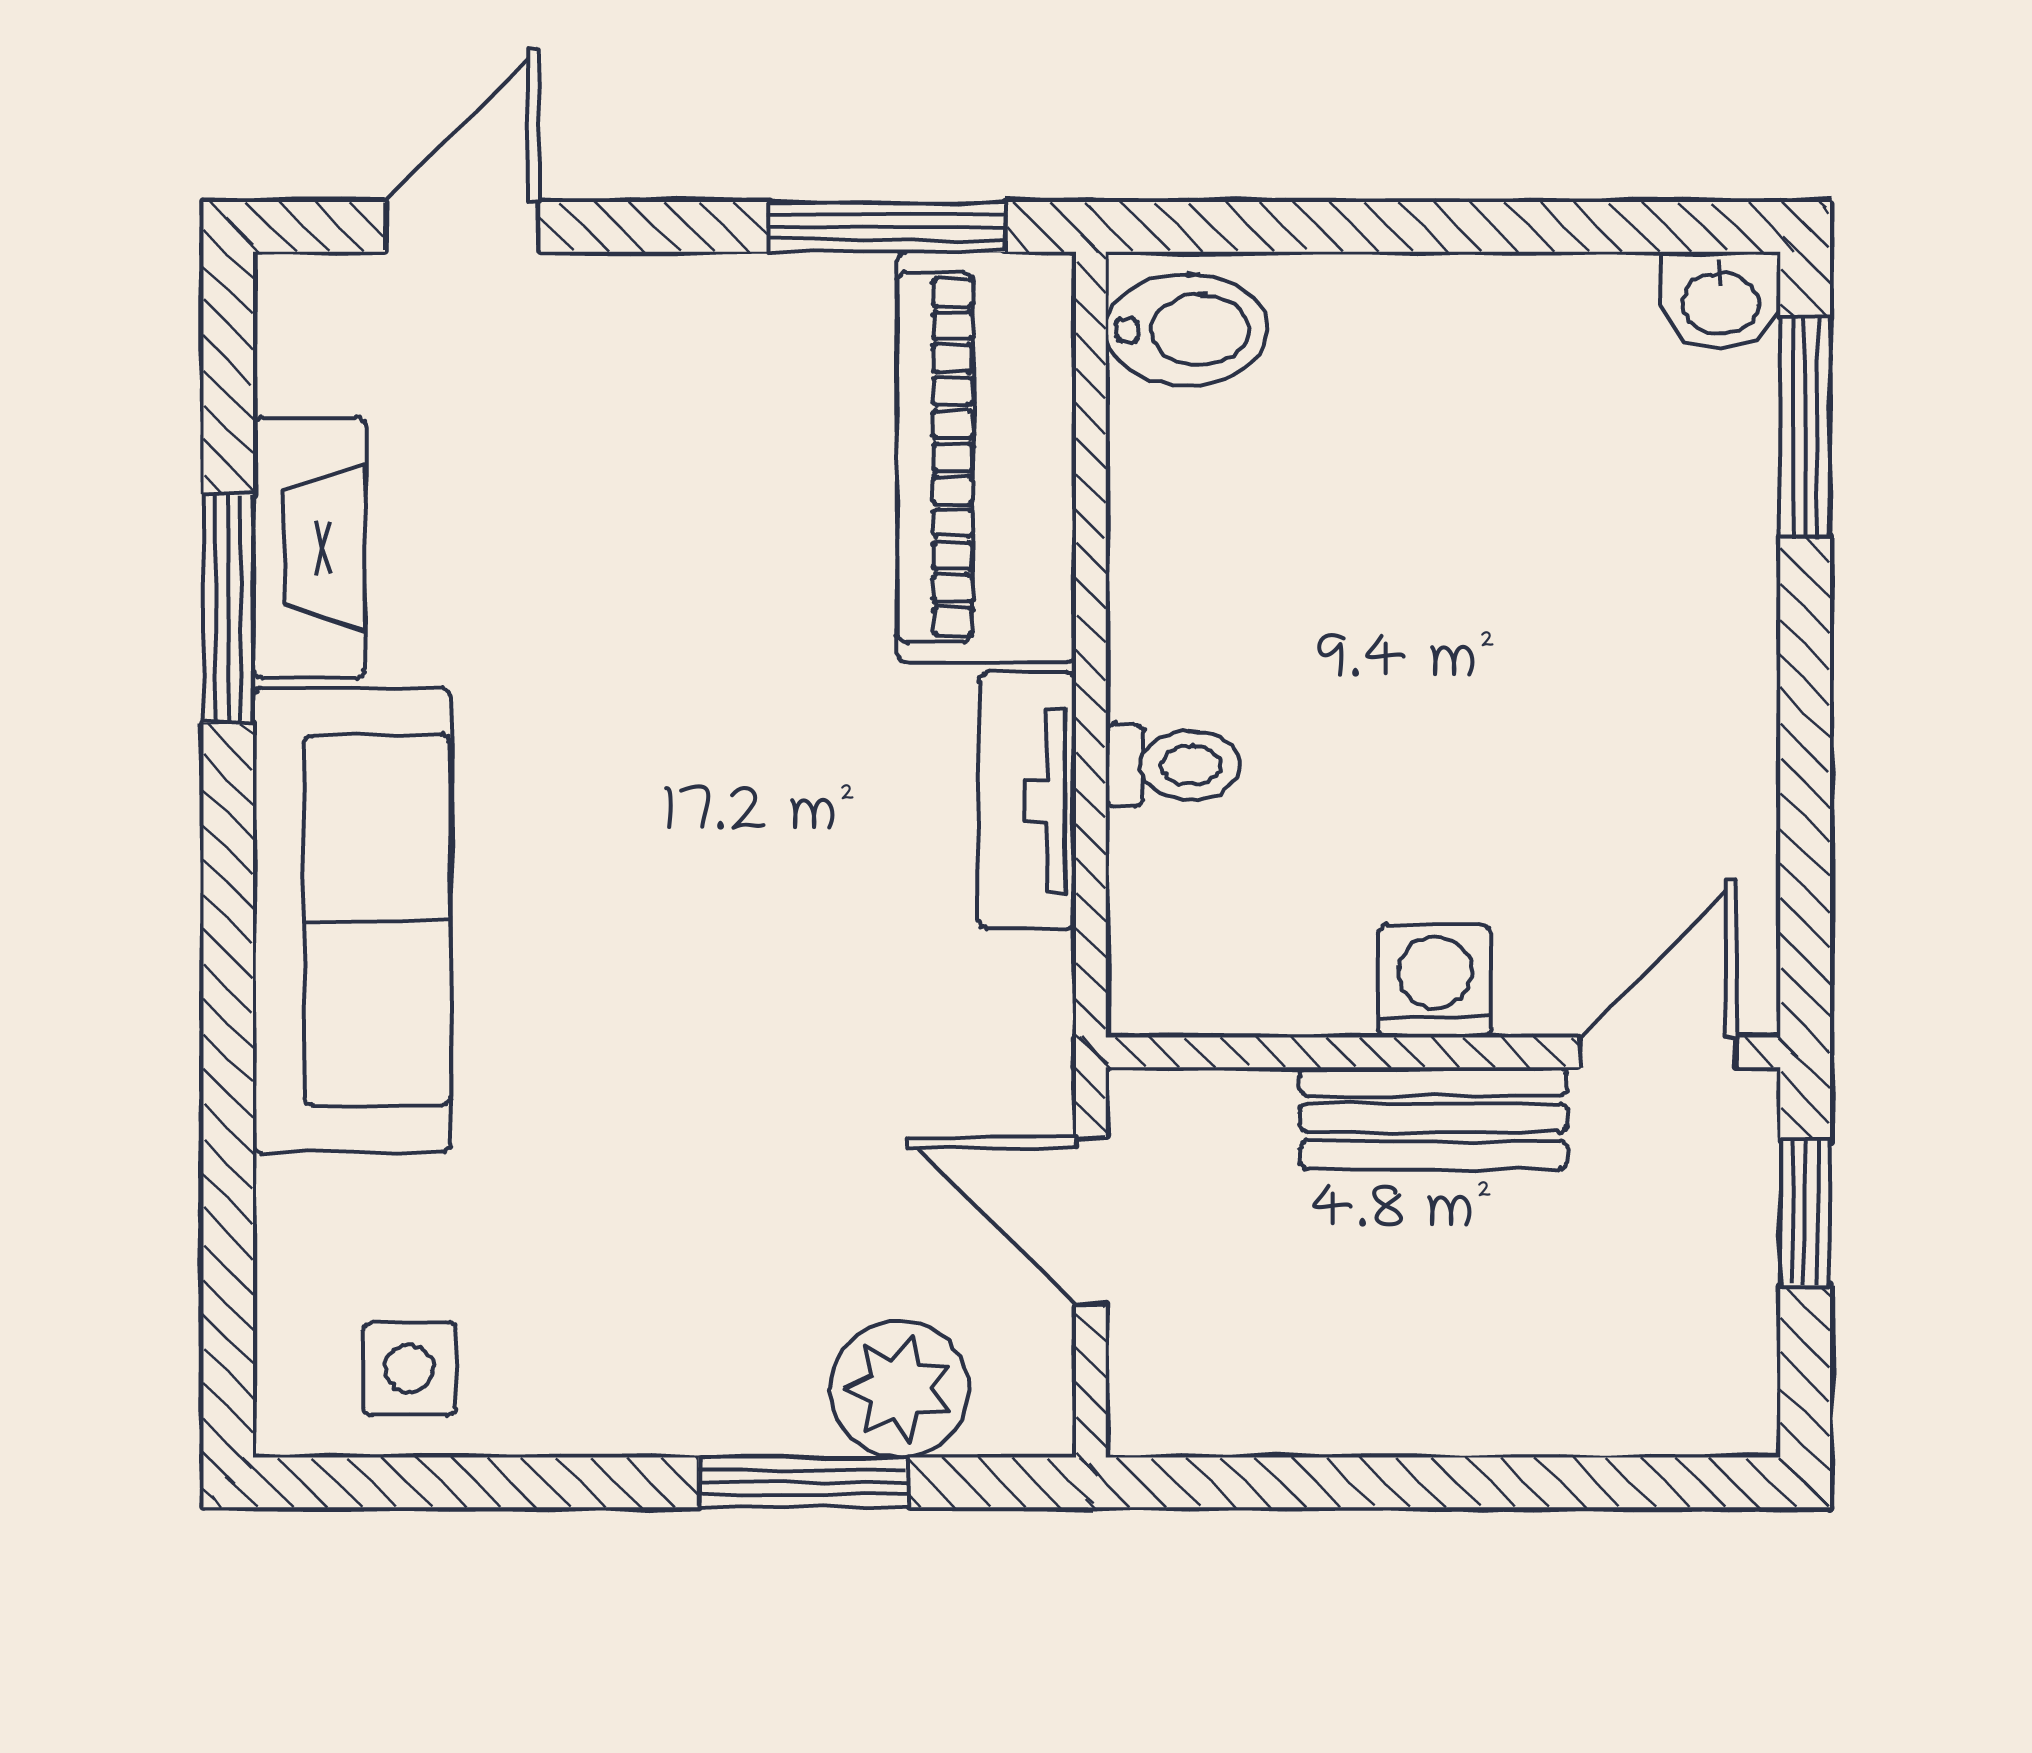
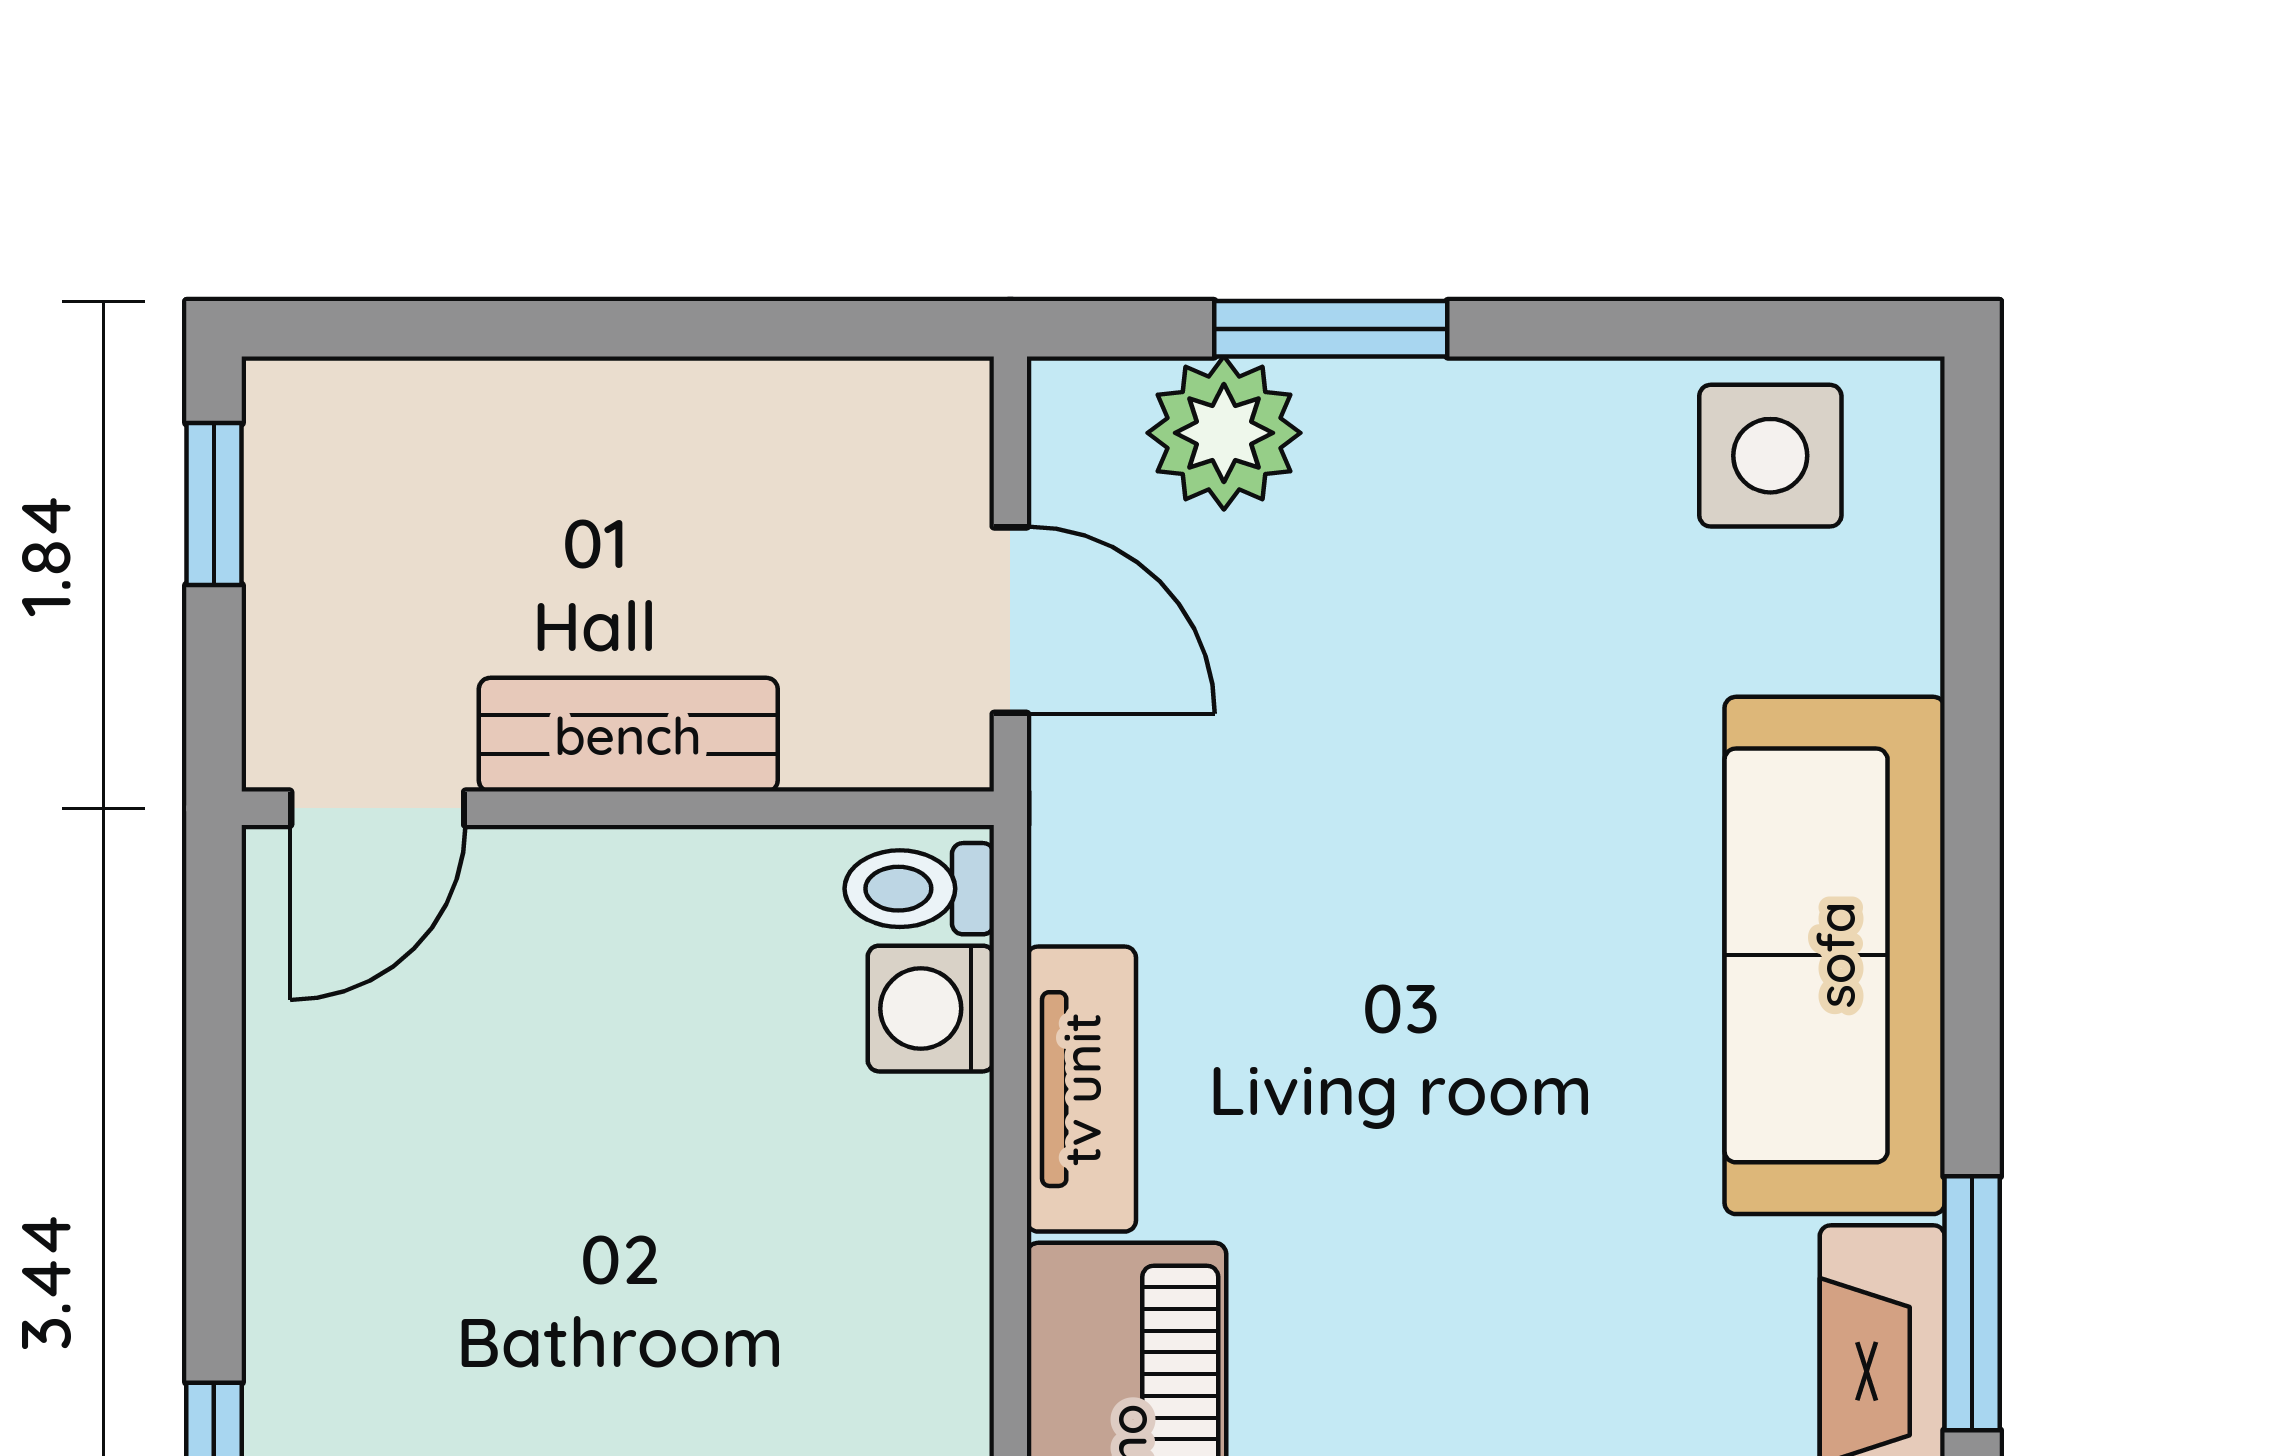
toilet: (1173, 765) -> (919, 889), moved
washing machine: (1435, 981) -> (931, 1009), moved, turned 90
window: (1805, 1213) -> (214, 504), moved
side table: (409, 1369) -> (1770, 456), width x1.37, depth x1.37

